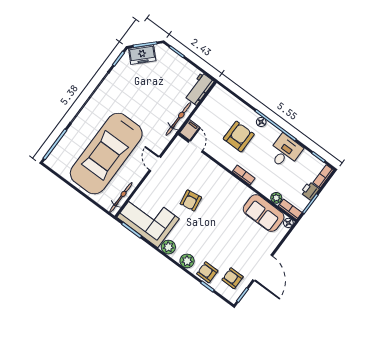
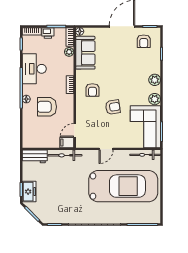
freezer: (142, 55) -> (29, 192), moved, turned 45
desk: (285, 152) -> (34, 69), width x1.37
armchair: (207, 272) -> (92, 90), moved

